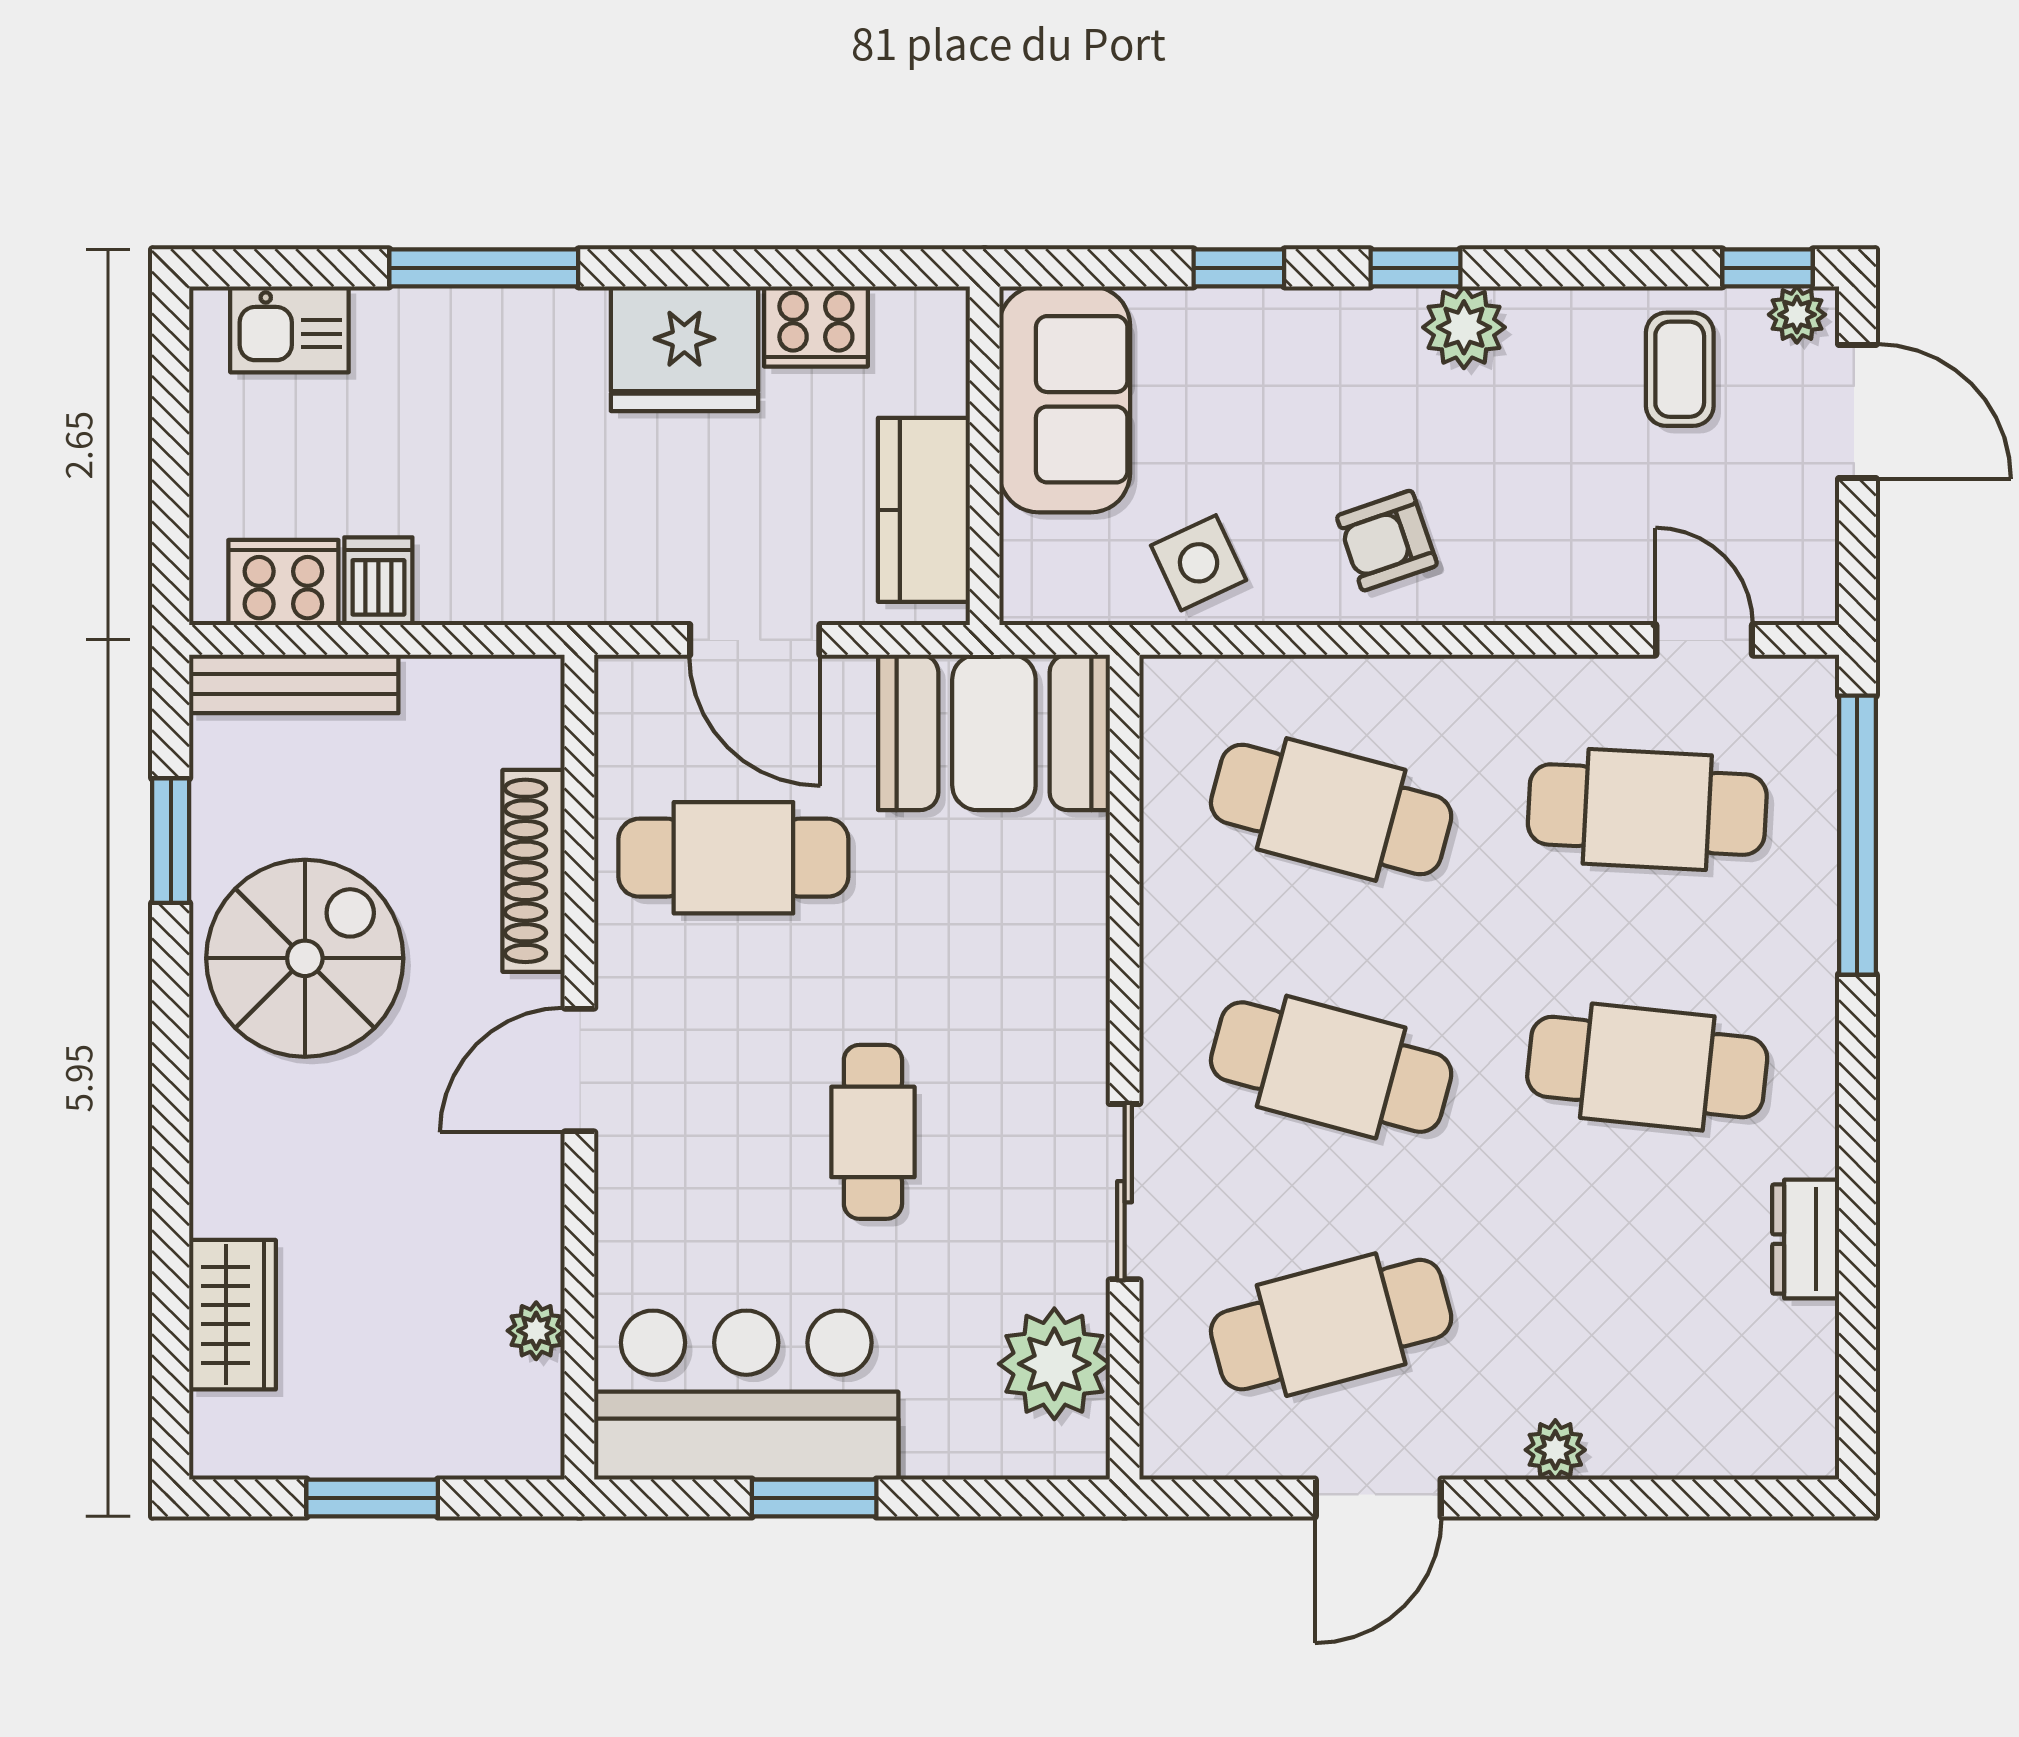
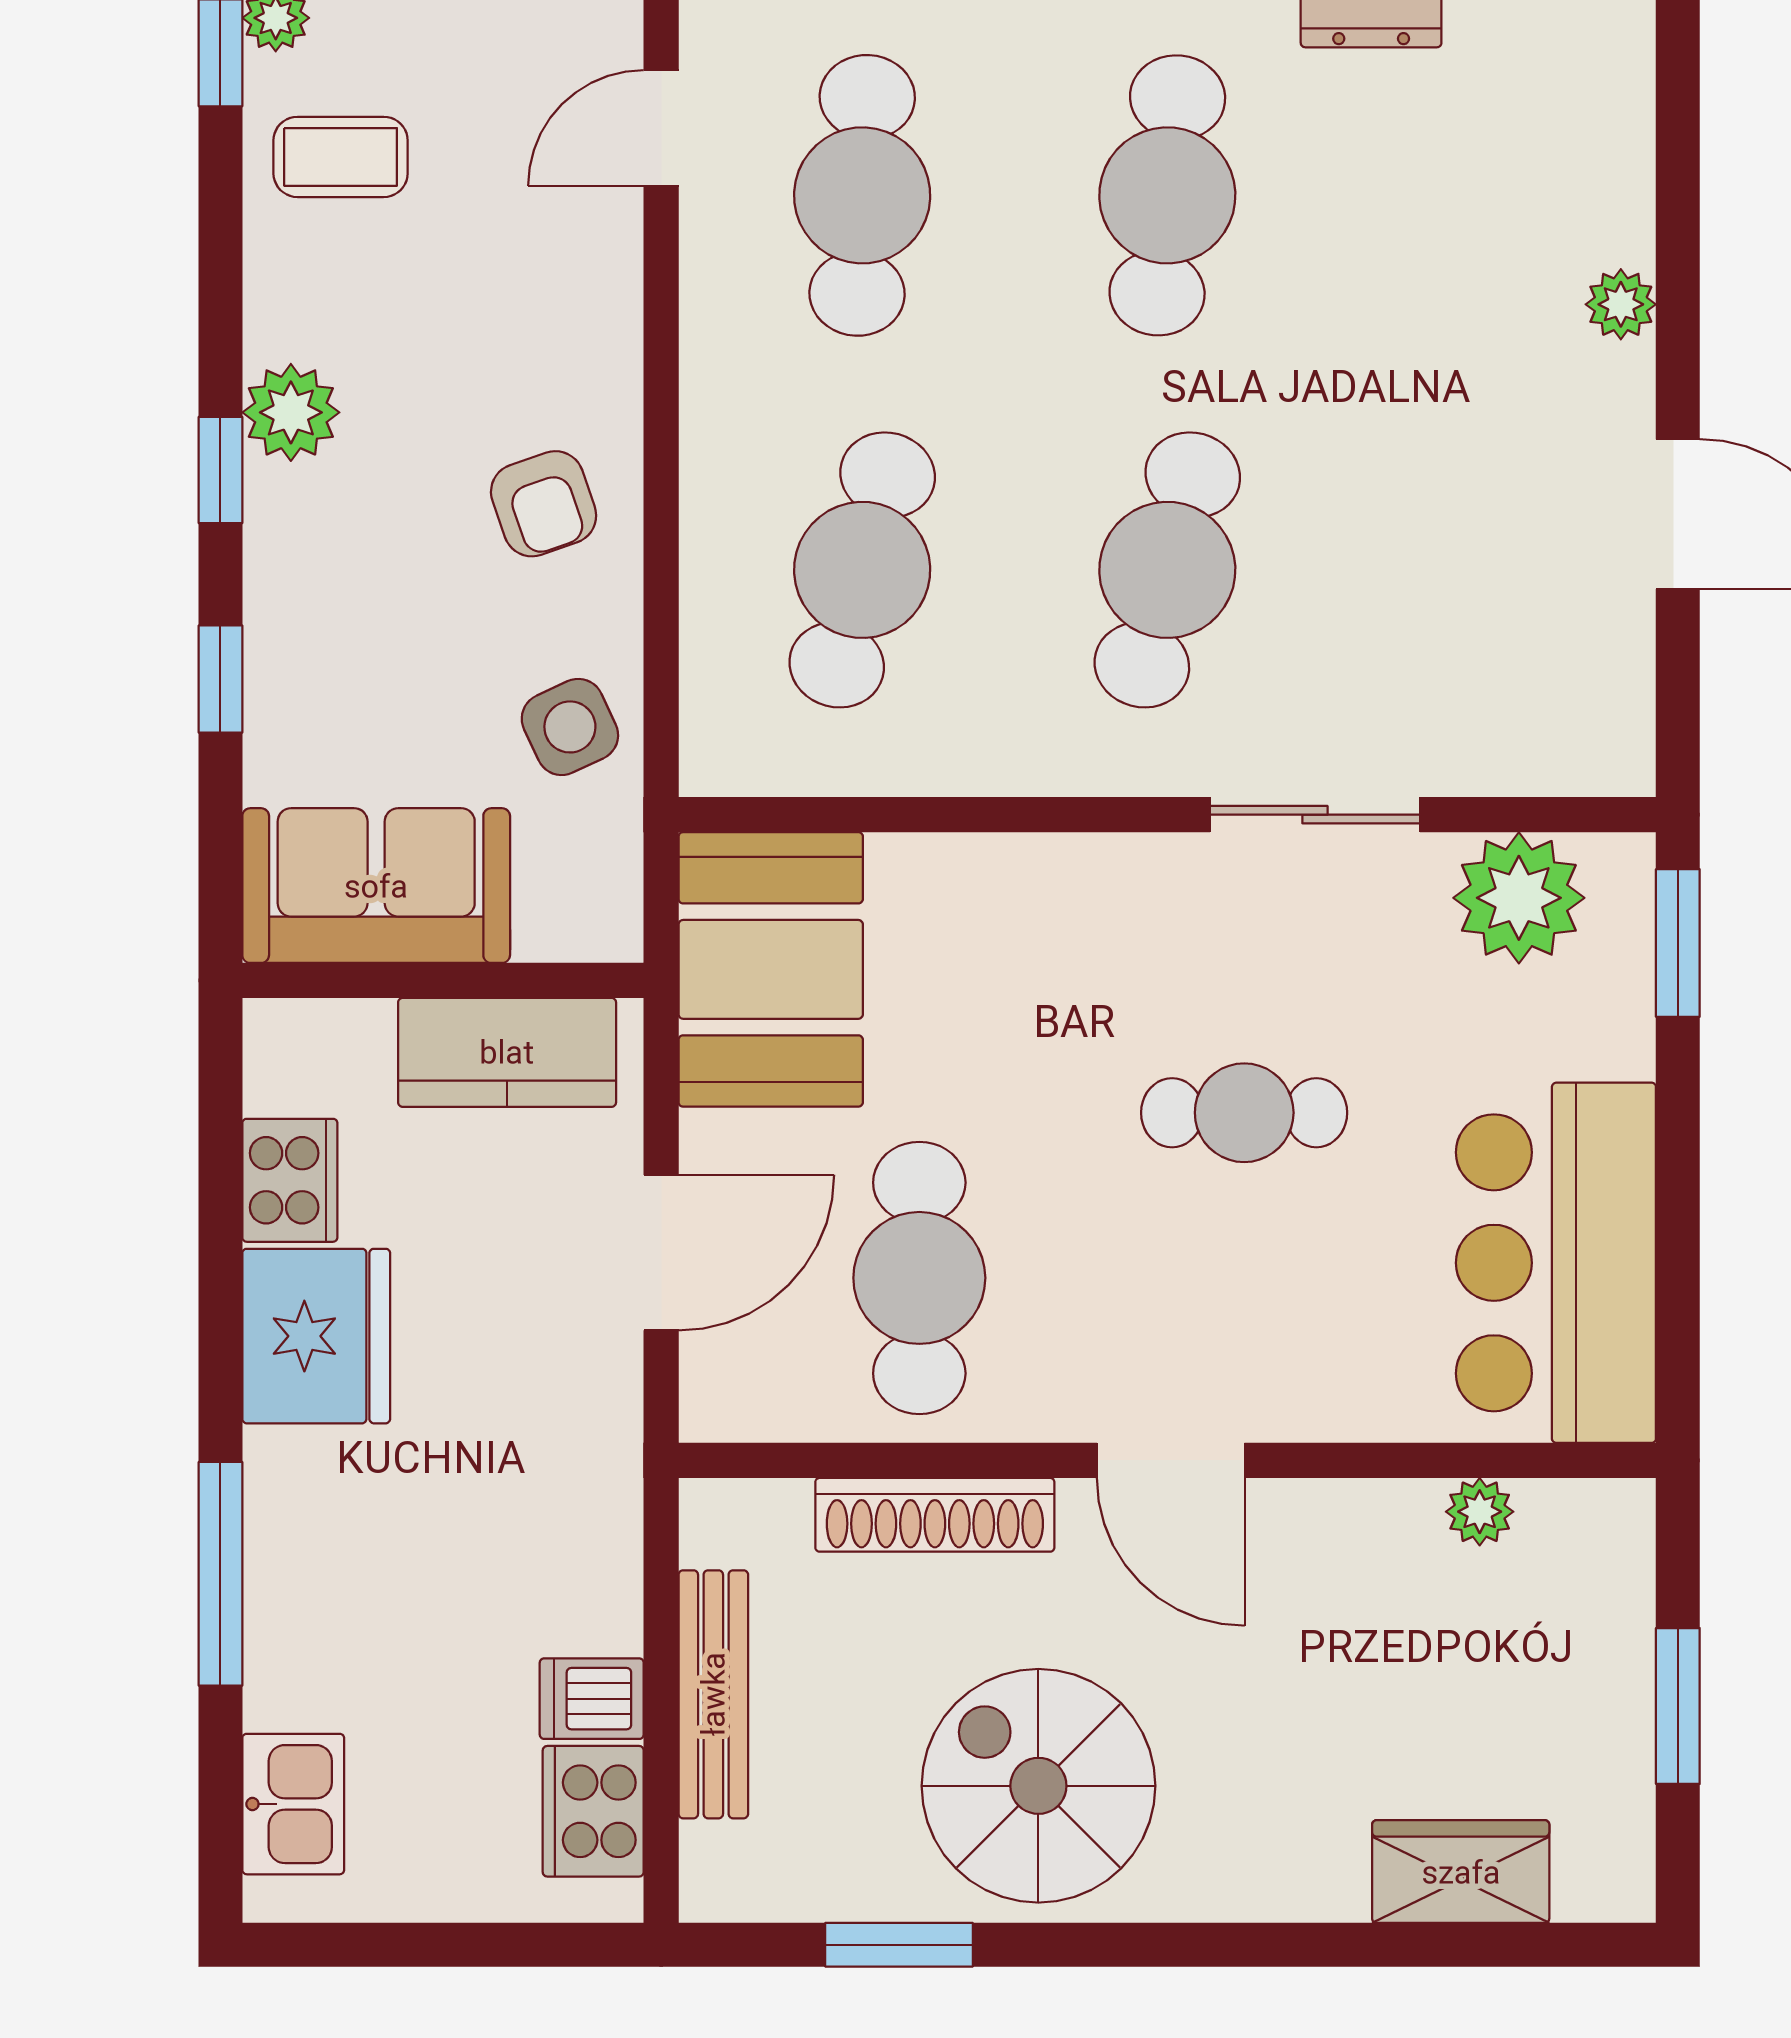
bench: (294, 684) -> (713, 1694), moved
cafe table: (1331, 1325) -> (1472, 570), removed
window: (814, 1498) -> (1678, 943), moved

